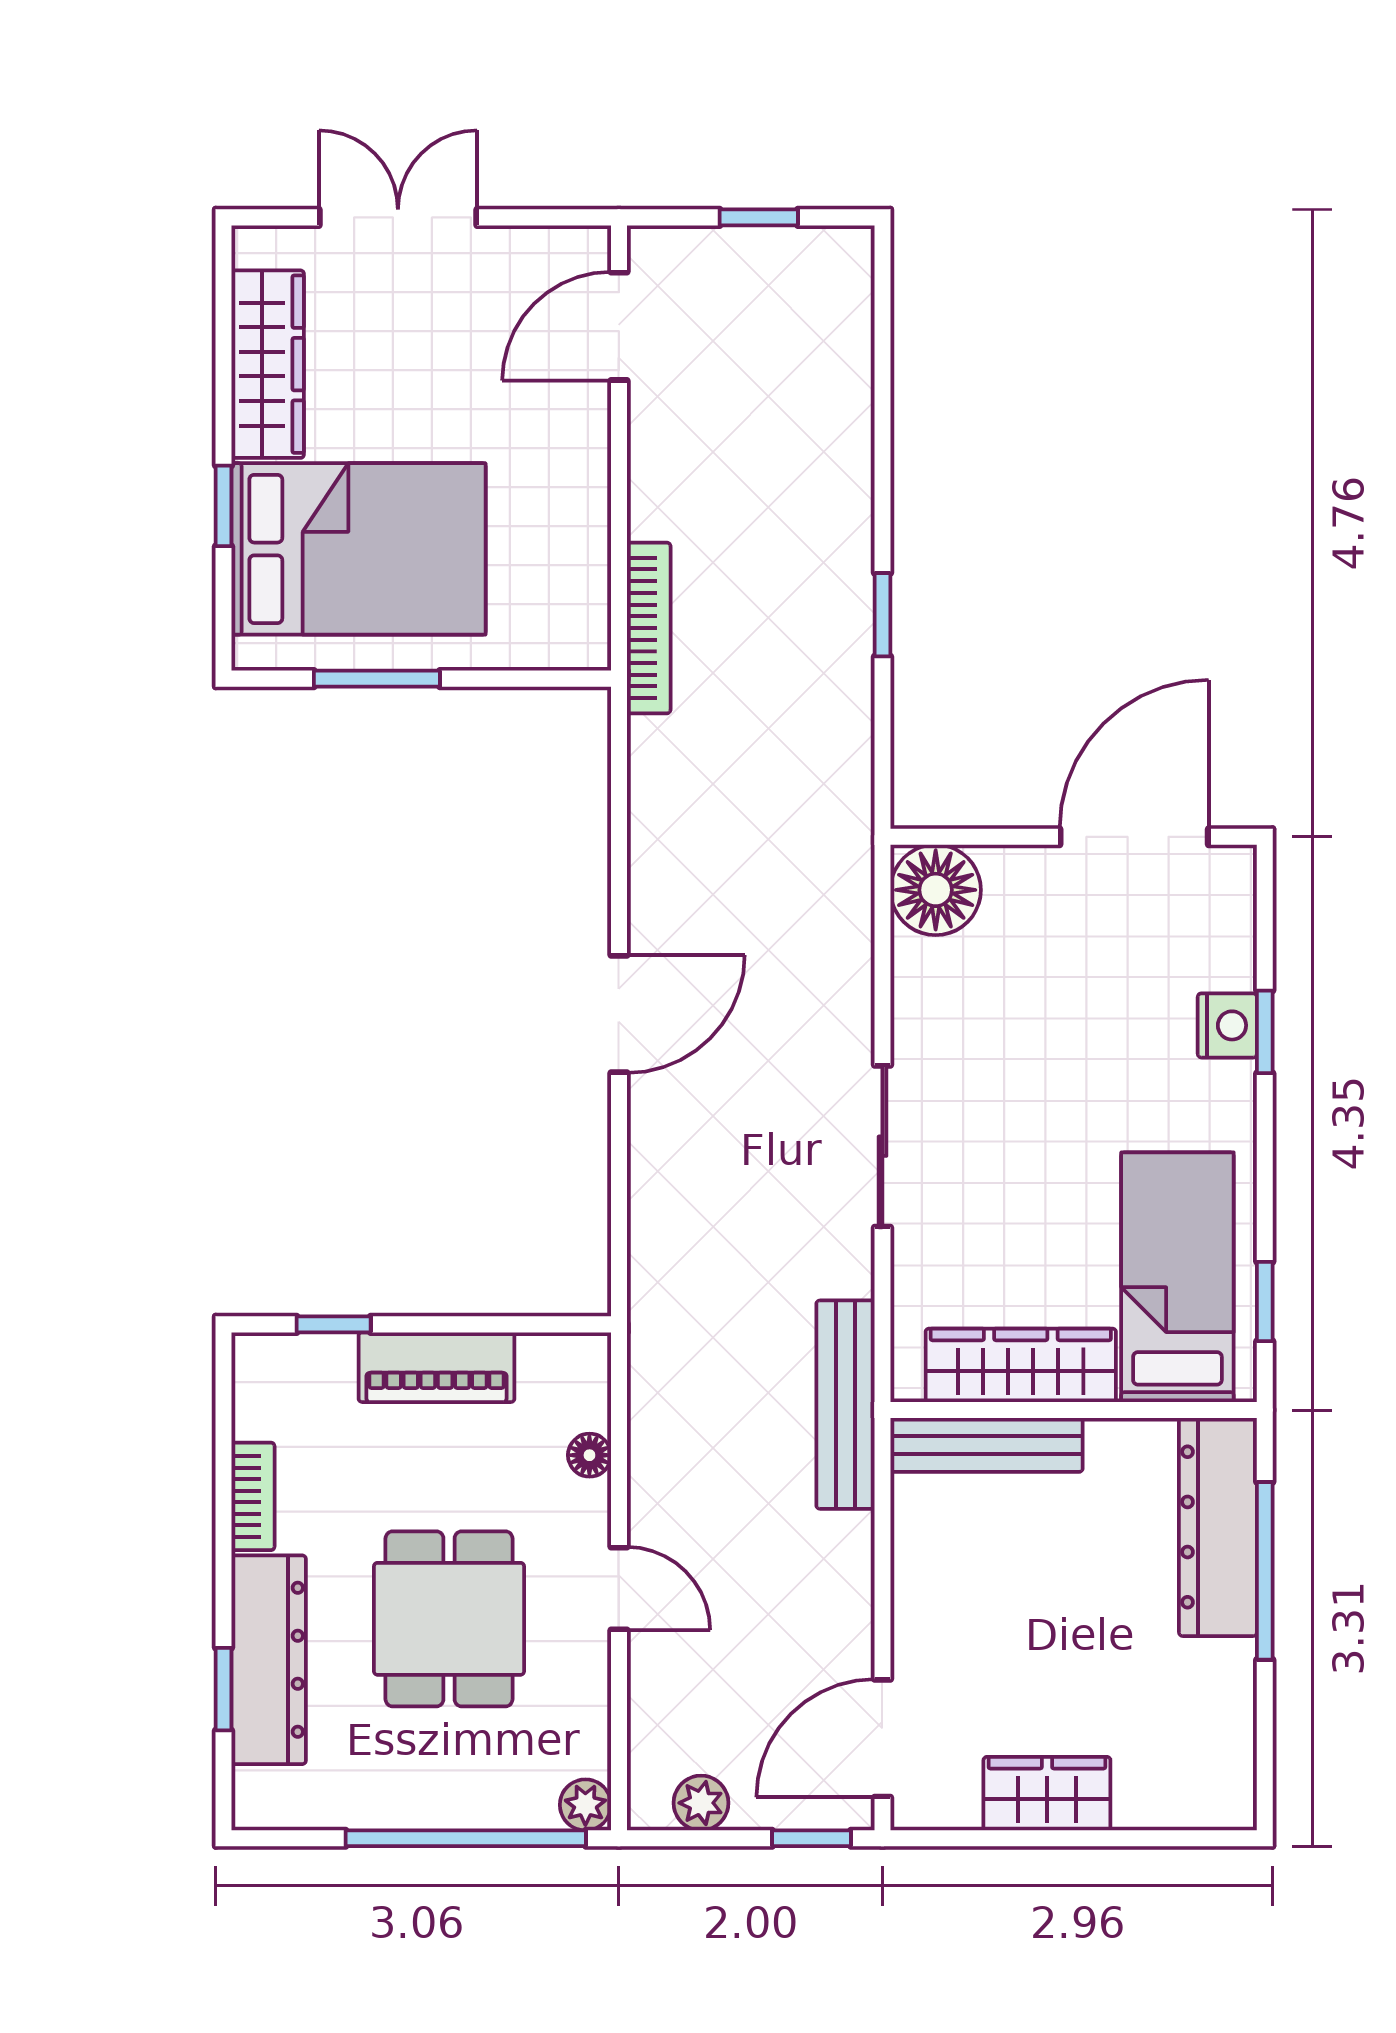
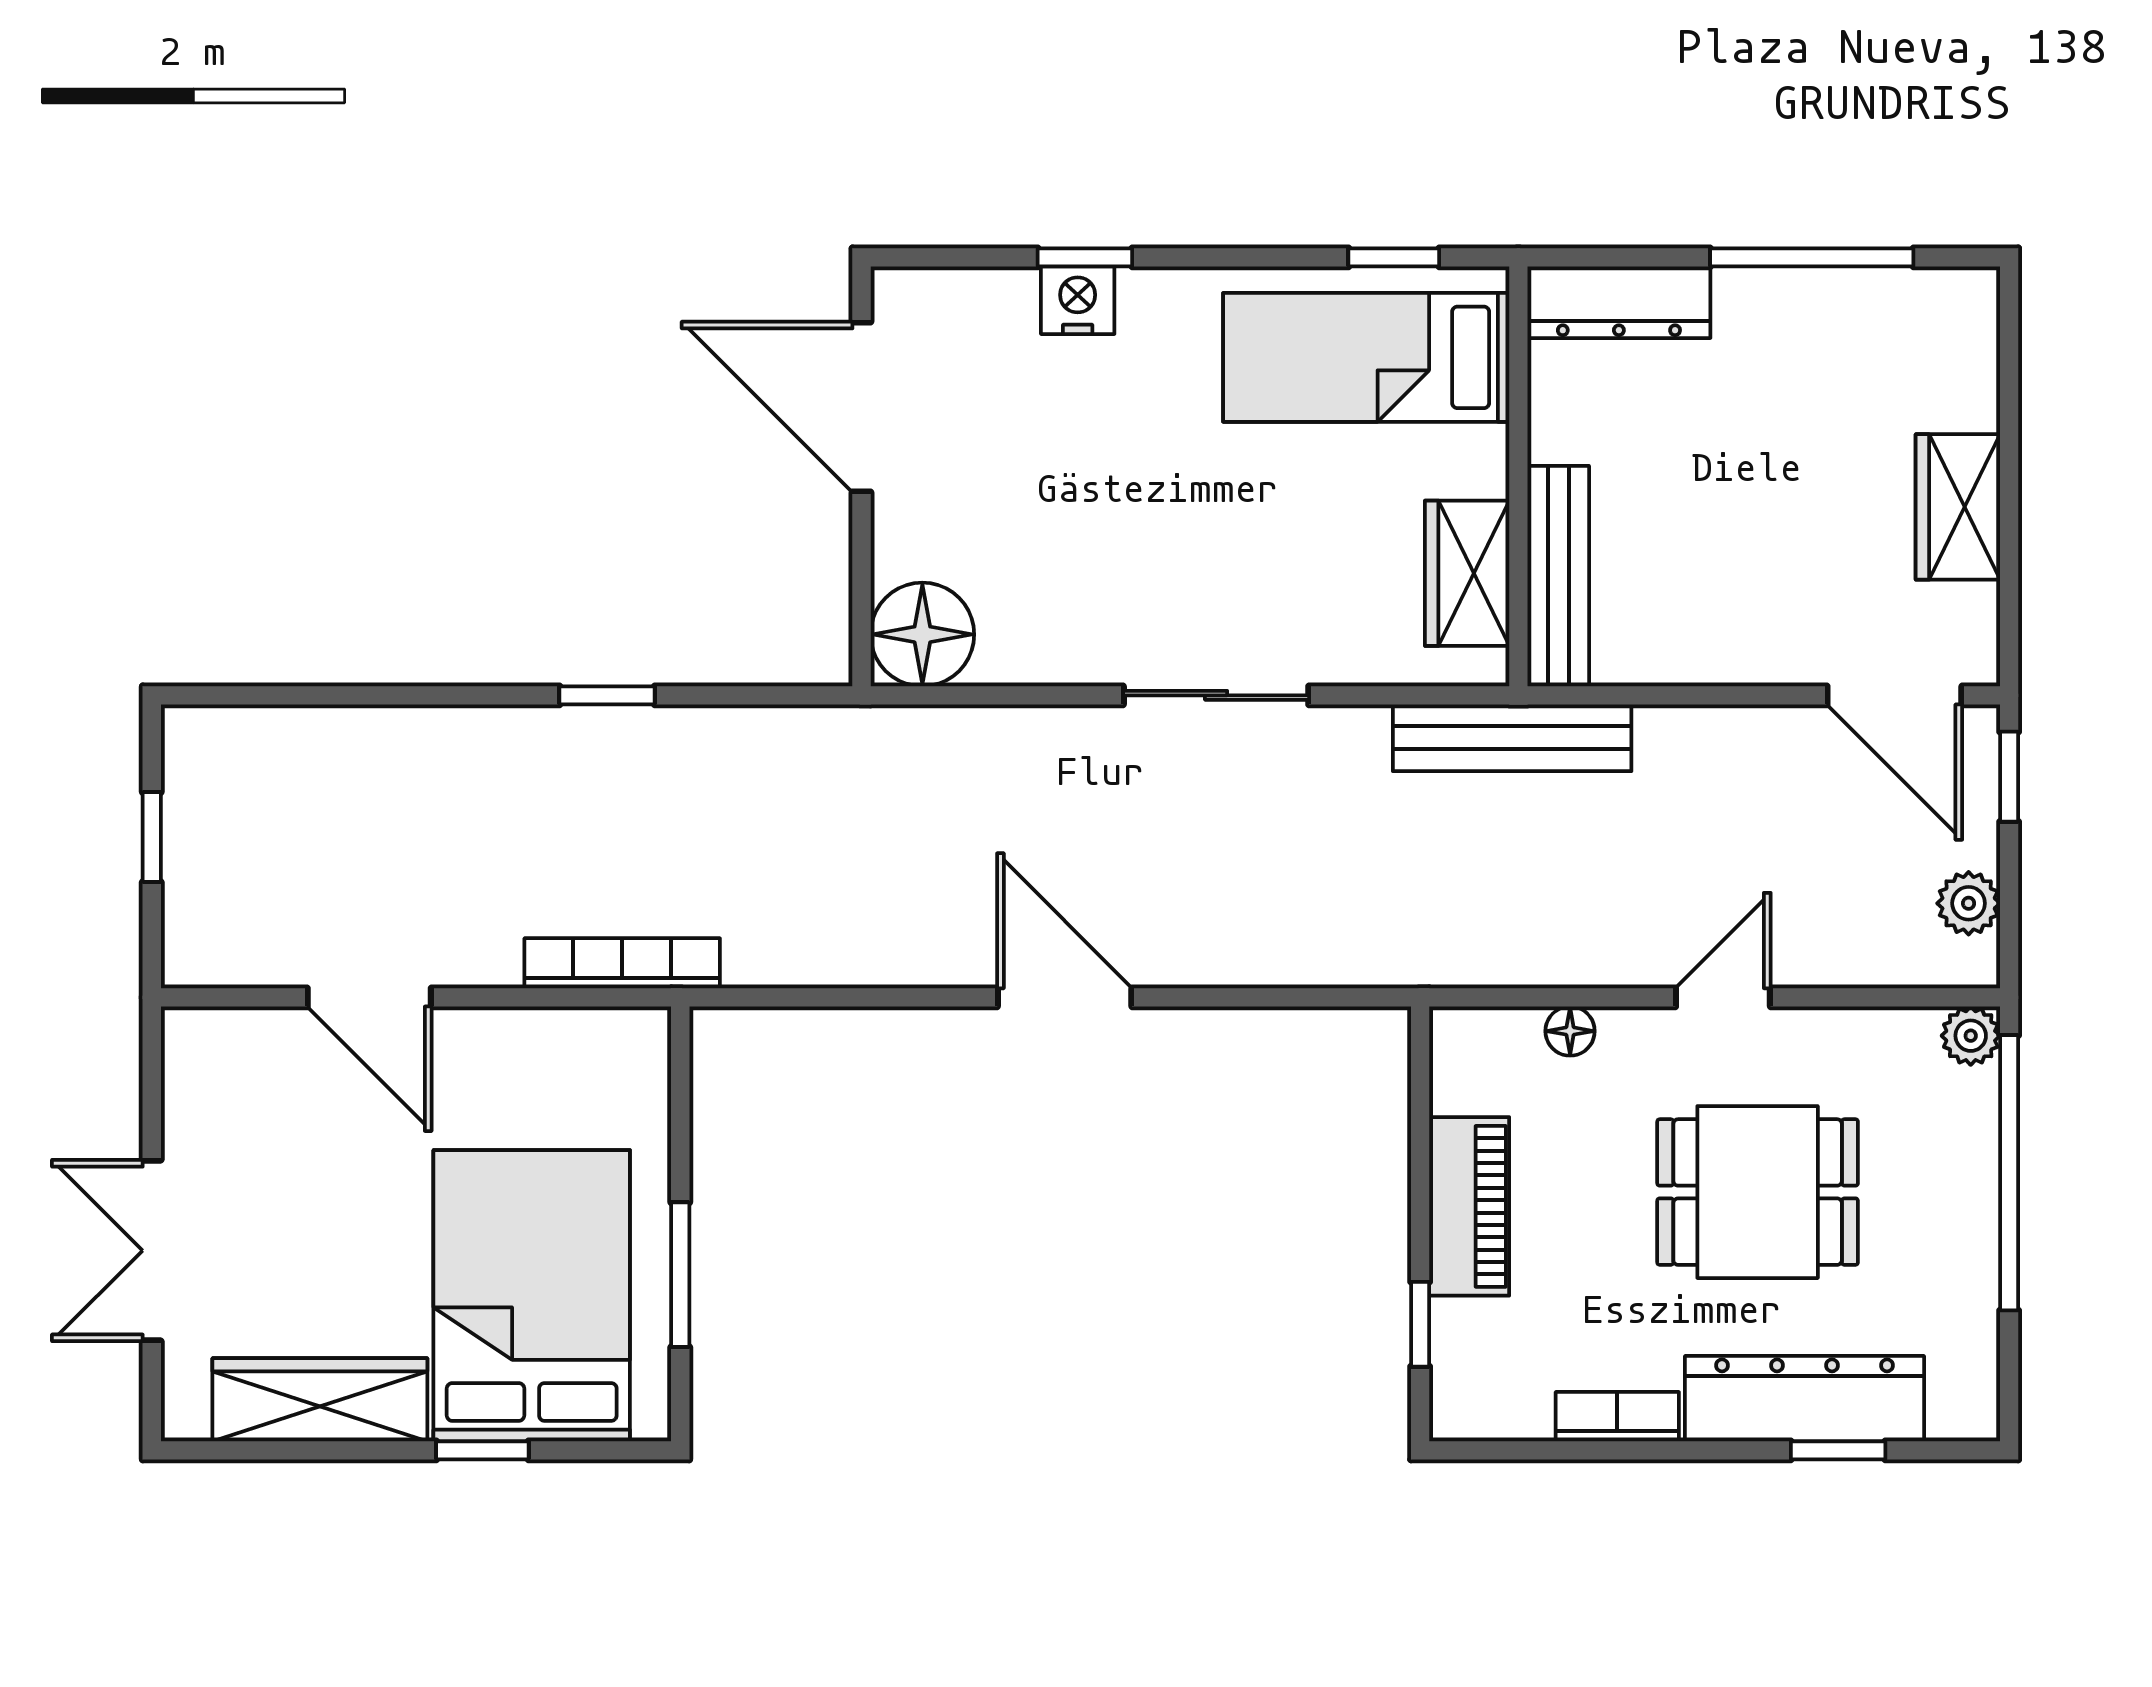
door: (619, 326) -> (369, 997), moved
wardrobe: (1021, 1365) -> (1467, 573), width x0.67
dresser: (1218, 1527) -> (1619, 302), width x0.73, depth x0.80
window: (1265, 1571) -> (1812, 257), moved

